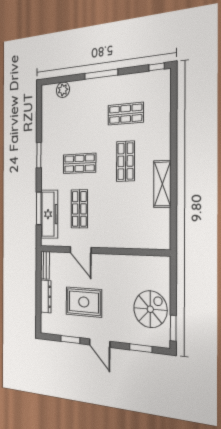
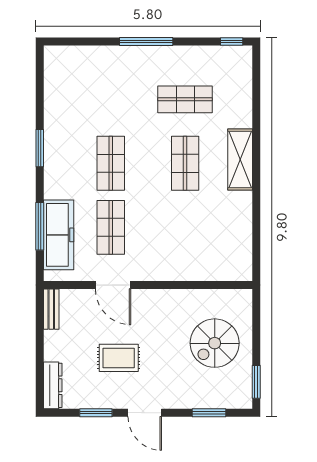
plant: (63, 90) -> (82, 57), removed
shop shelf: (79, 163) -> (111, 163), turned 90
shelving: (162, 184) -> (240, 159), moved
dresser: (46, 296) -> (53, 385), moved
rug: (84, 302) -> (119, 358), width x0.73, depth x0.70
spiral stairs: (150, 309) -> (215, 343), moved, turned 180

